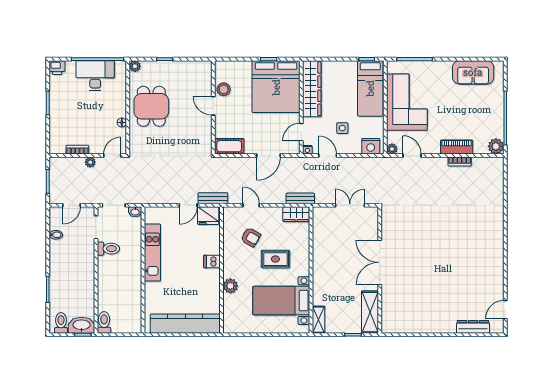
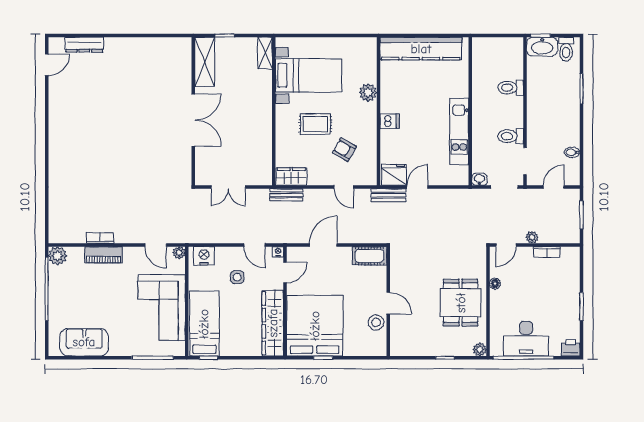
toilet: (104, 322) -> (511, 88), moved, turned 90

